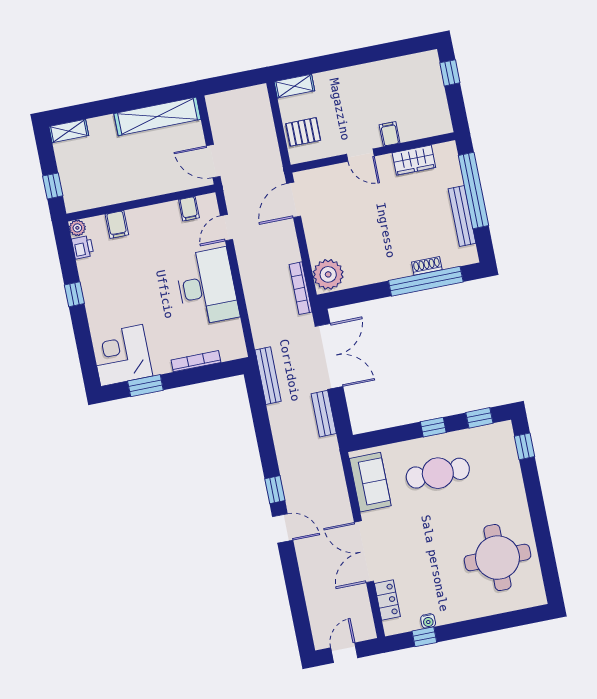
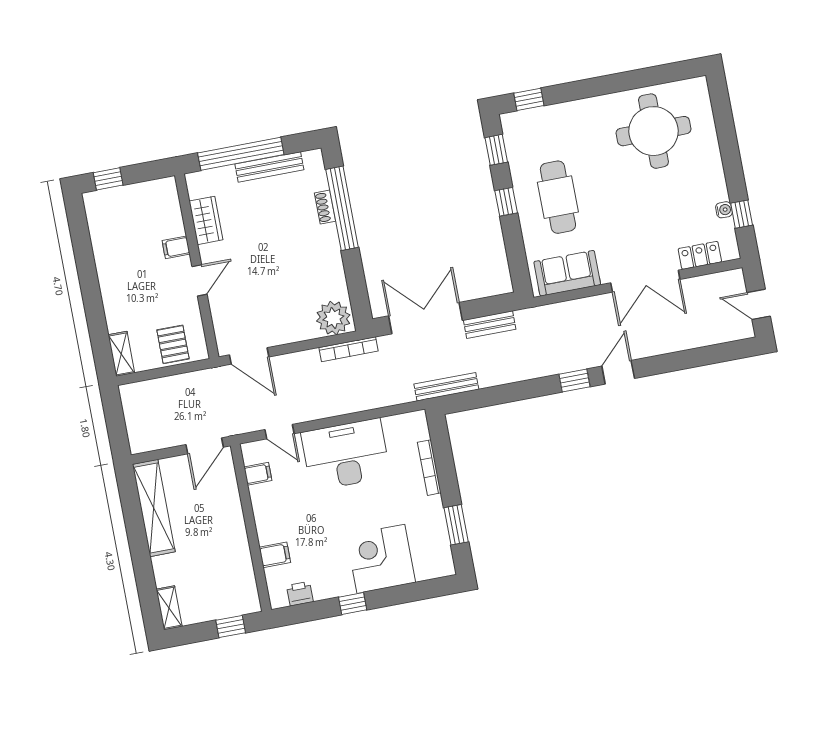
plant: (77, 228) -> (278, 599), removed
corner desk: (122, 355) -> (381, 559), moved, turned 90

